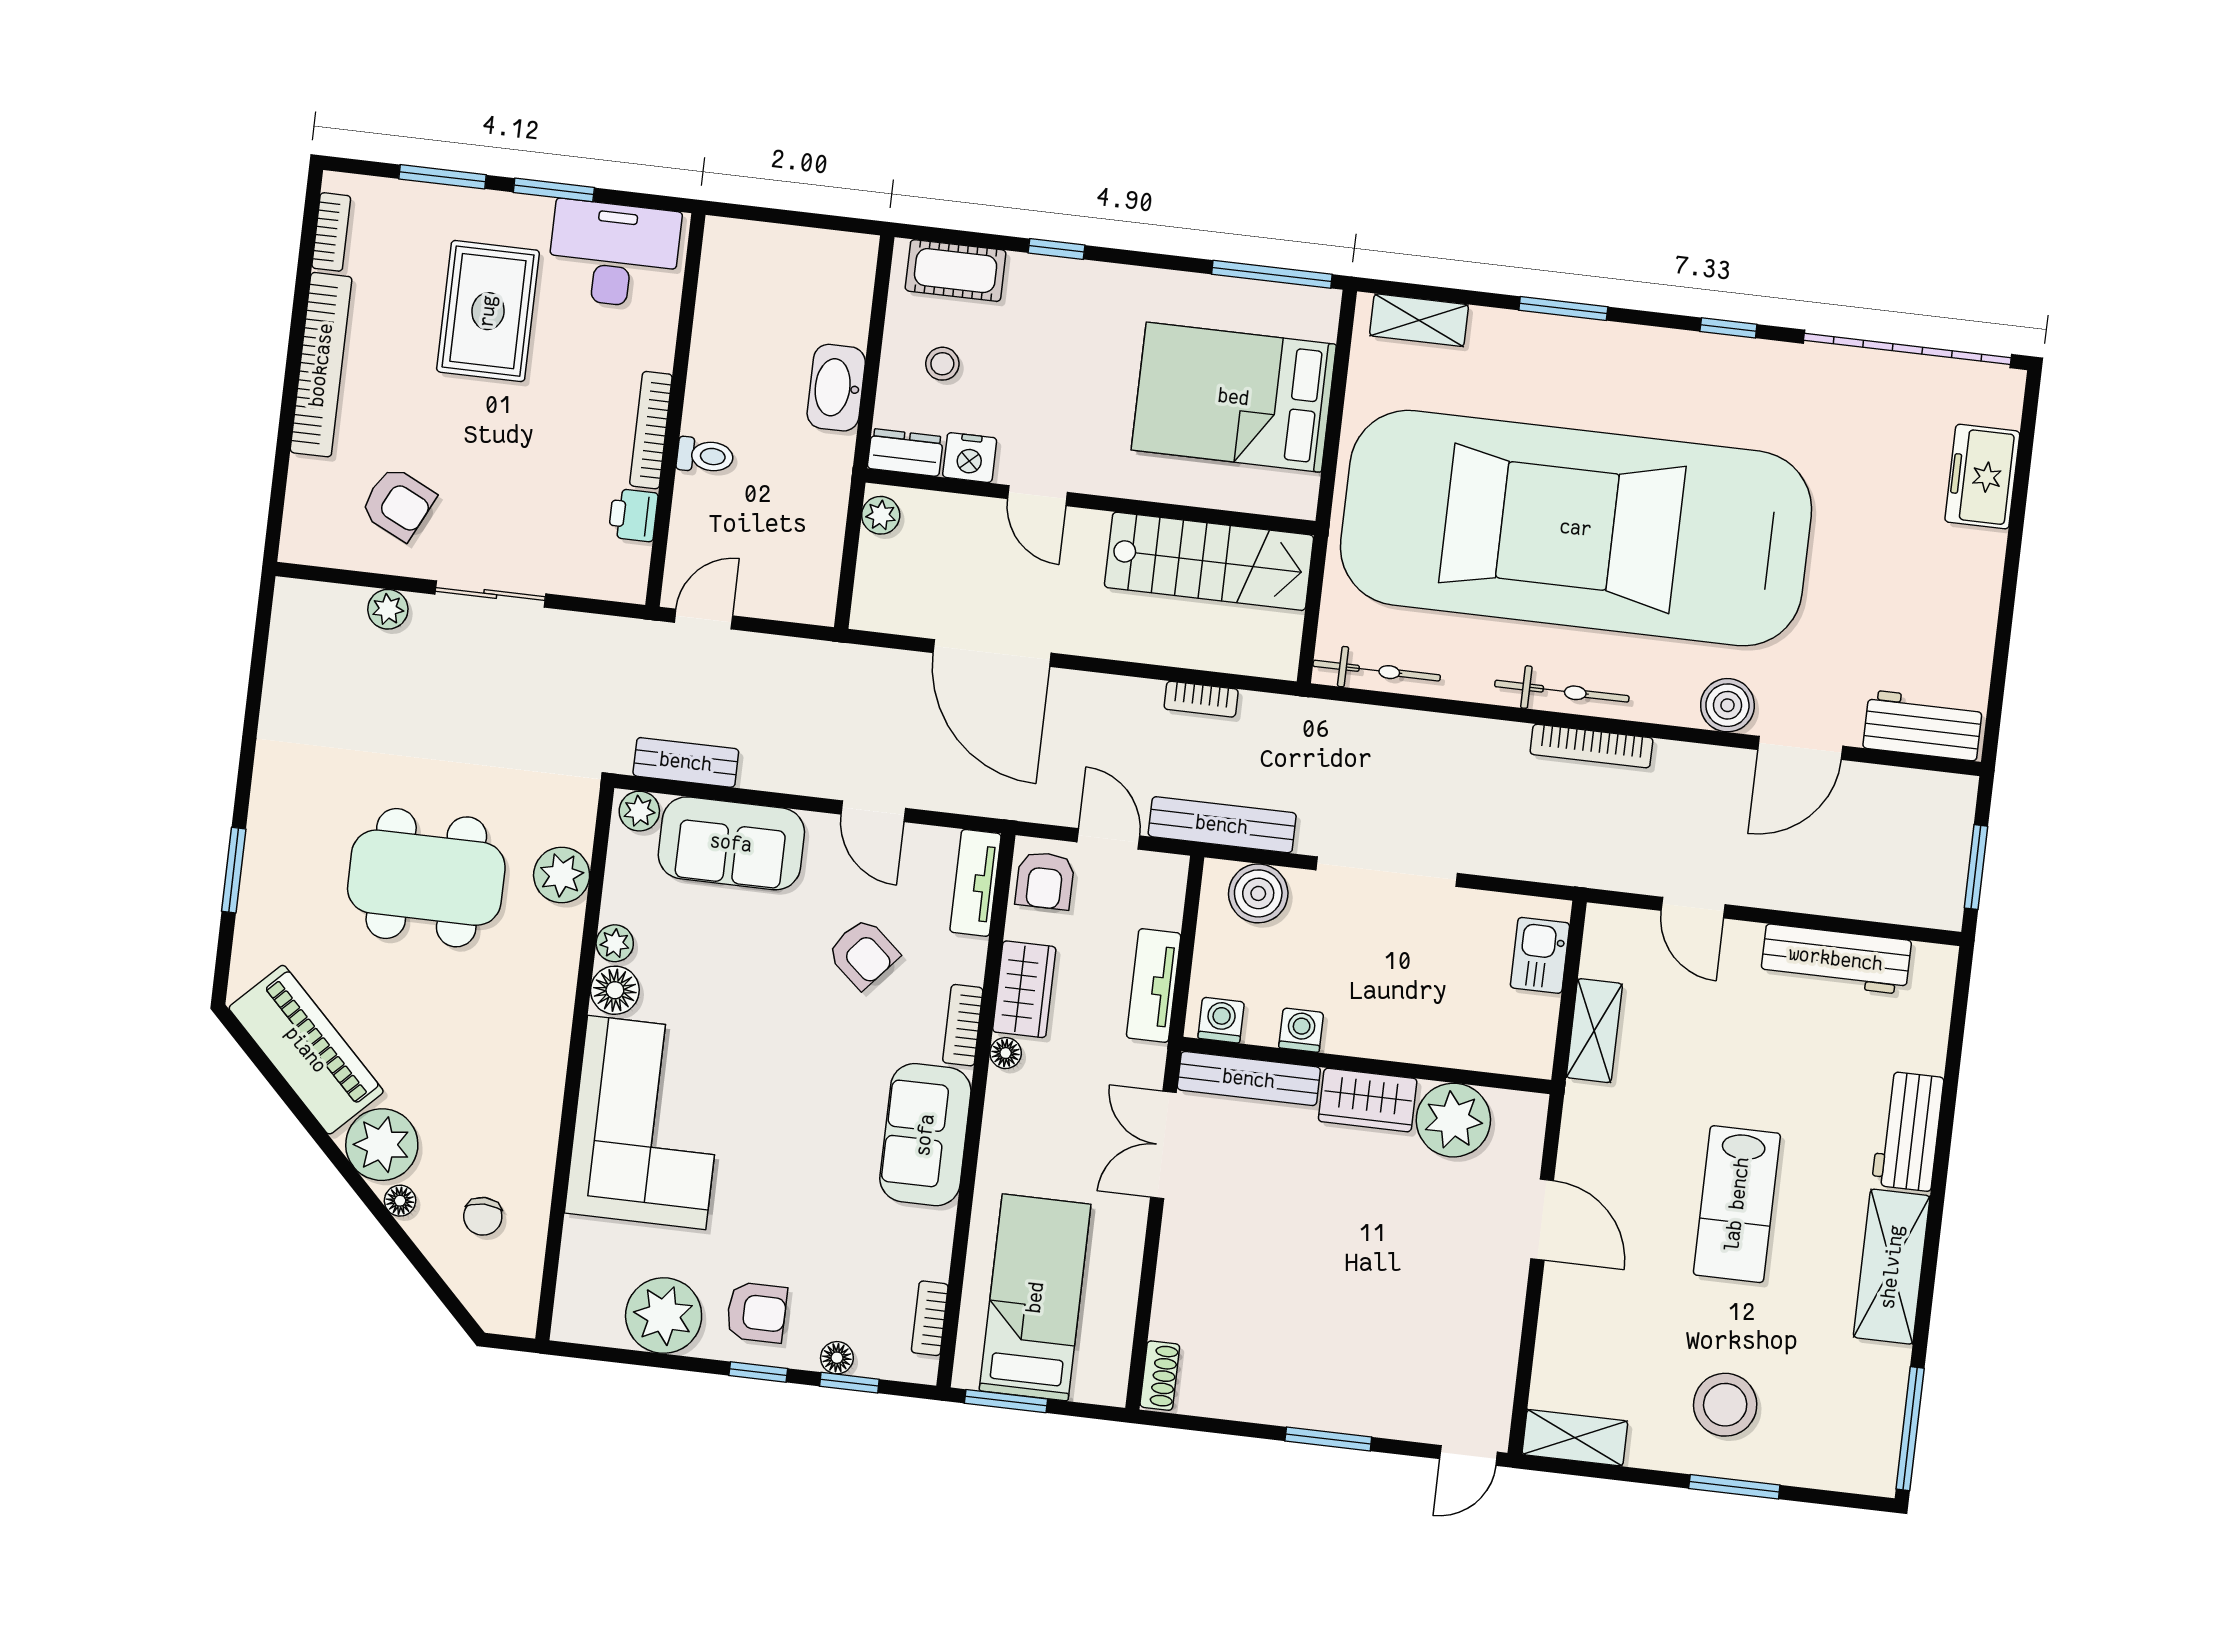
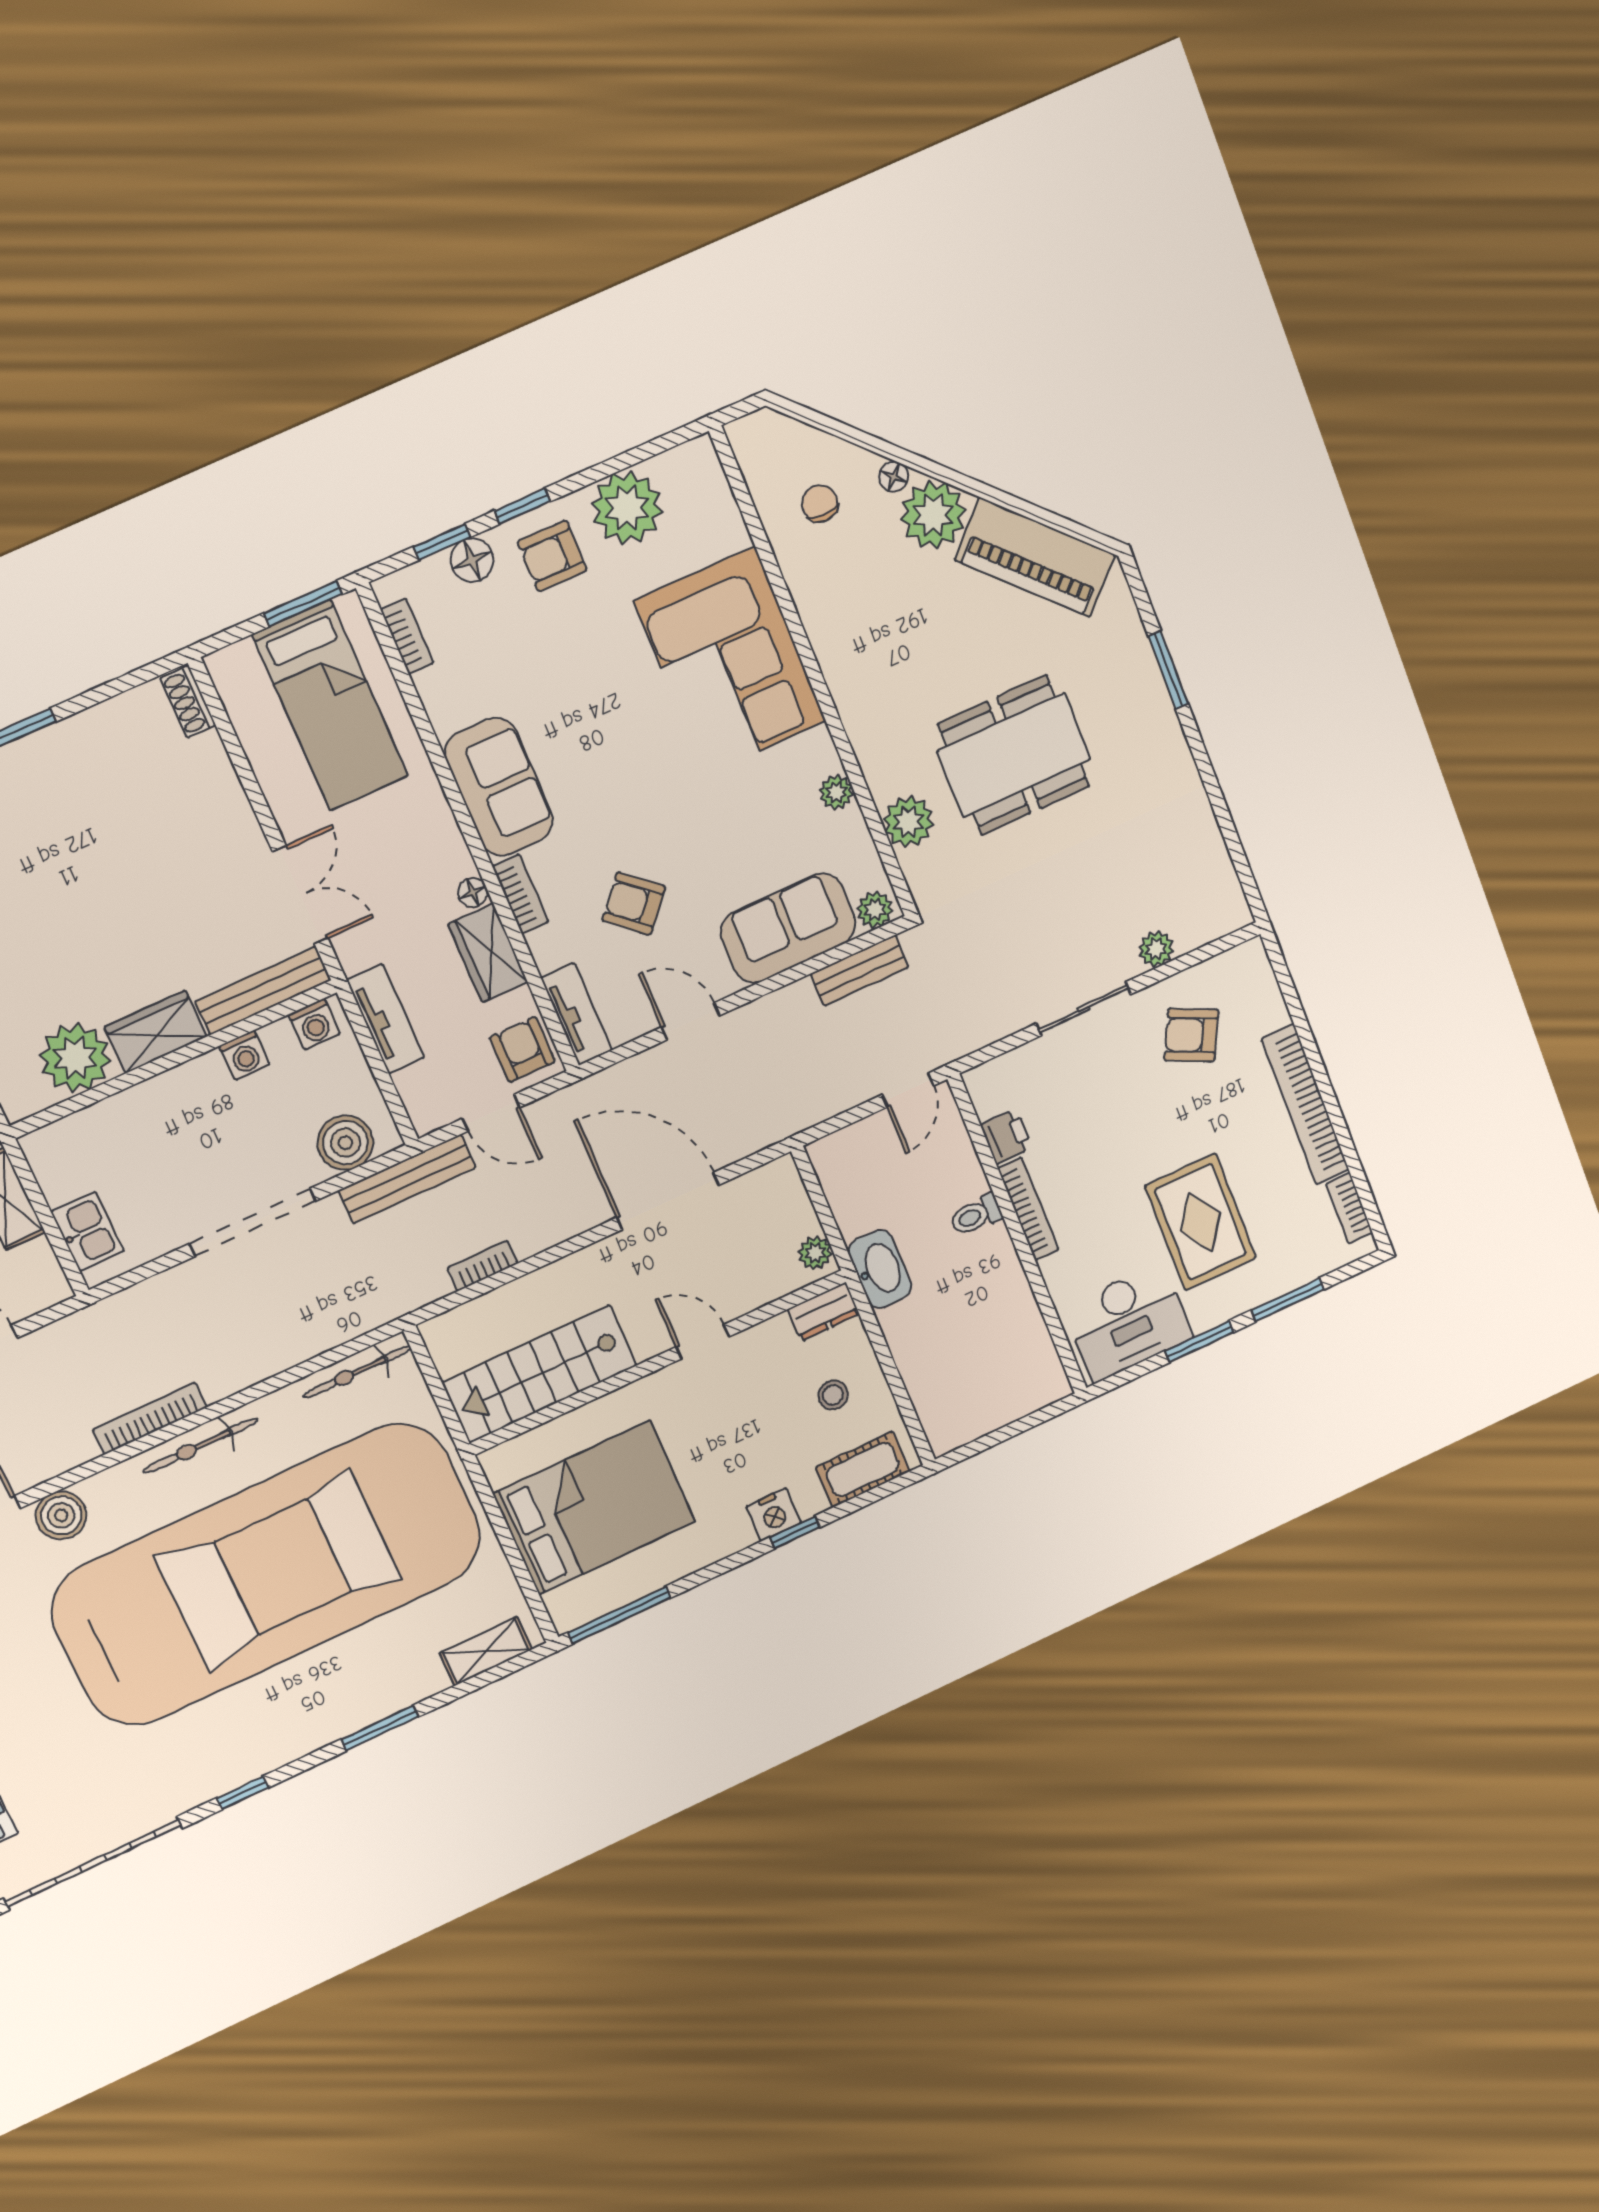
washbasin: (836, 388) -> (880, 1269), moved
nightstand: (970, 458) -> (773, 1514), moved, turned 180
floor lamp: (615, 990) -> (815, 754), removed
floor lamp: (837, 1358) -> (472, 560), width x1.37, depth x1.37

